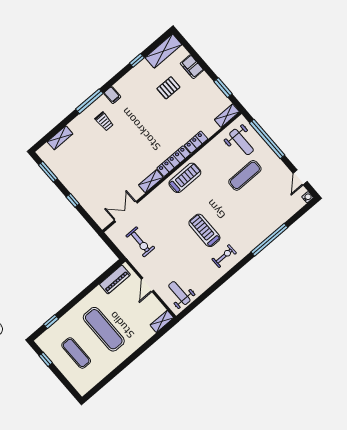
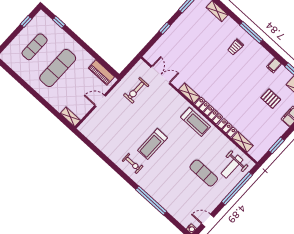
filing cabinet: (112, 95) -> (274, 65), moved
shelving: (227, 116) -> (242, 142), moved
treadmill: (204, 230) -> (152, 144), turned 180
weight bench: (179, 293) -> (96, 129), removed

